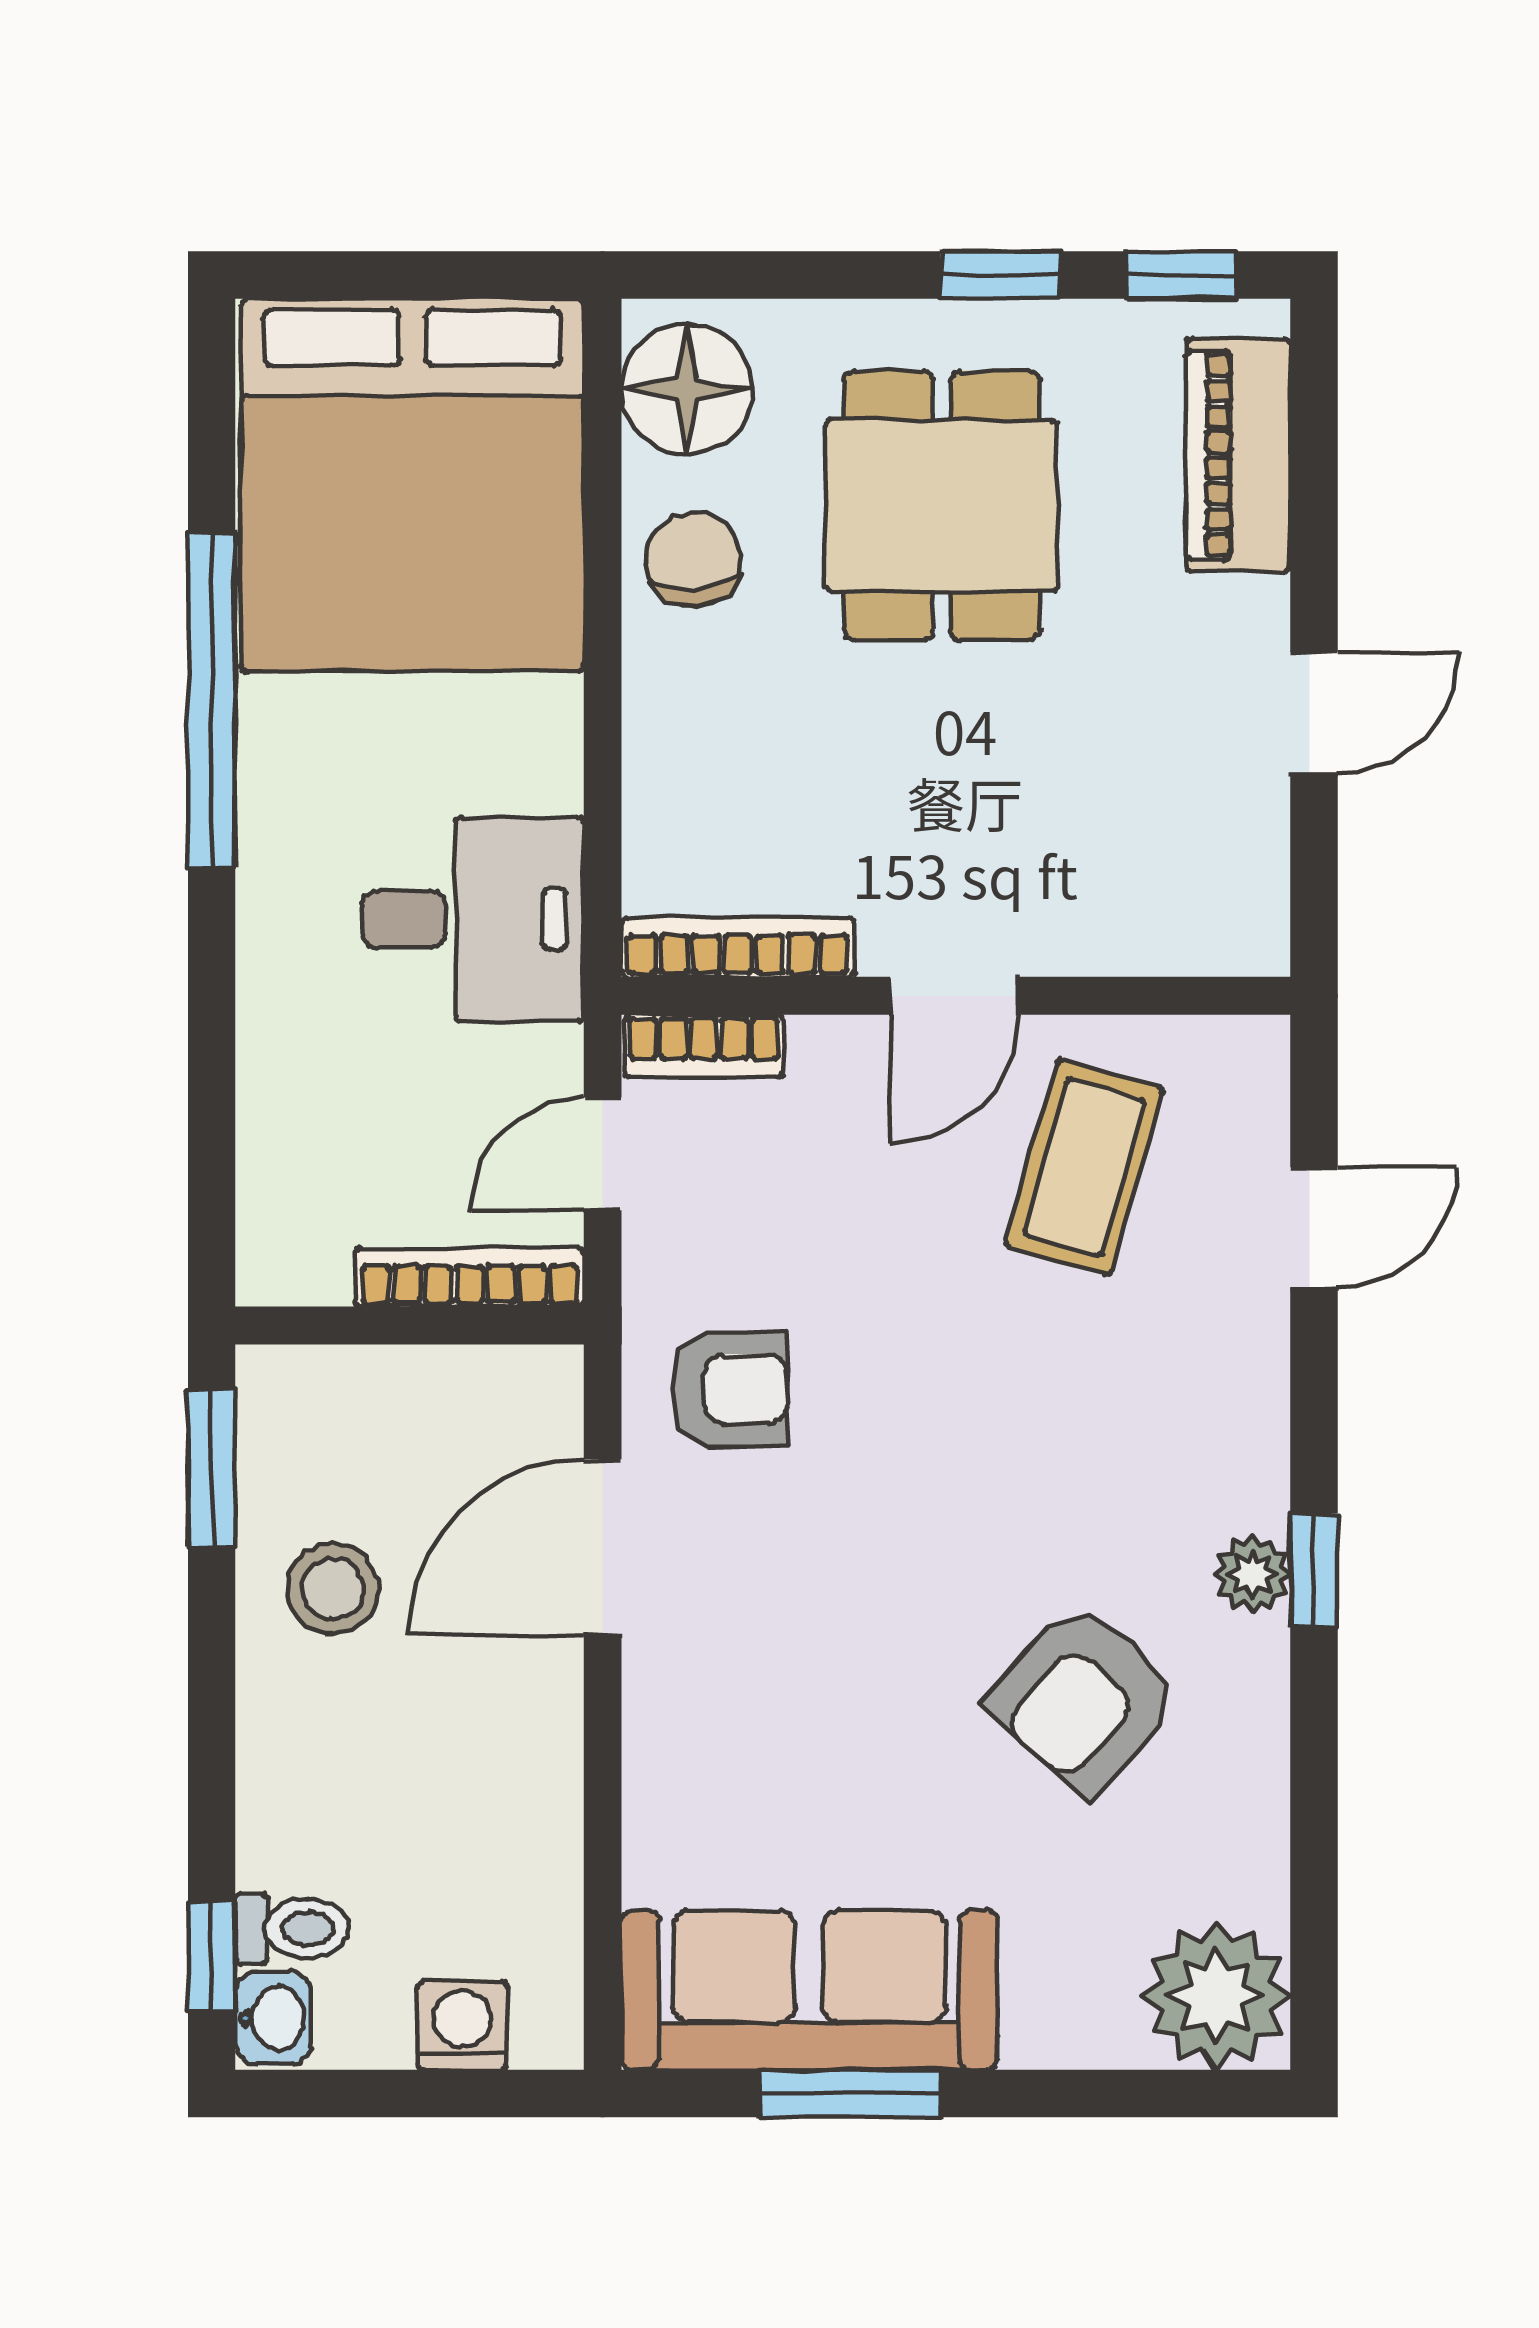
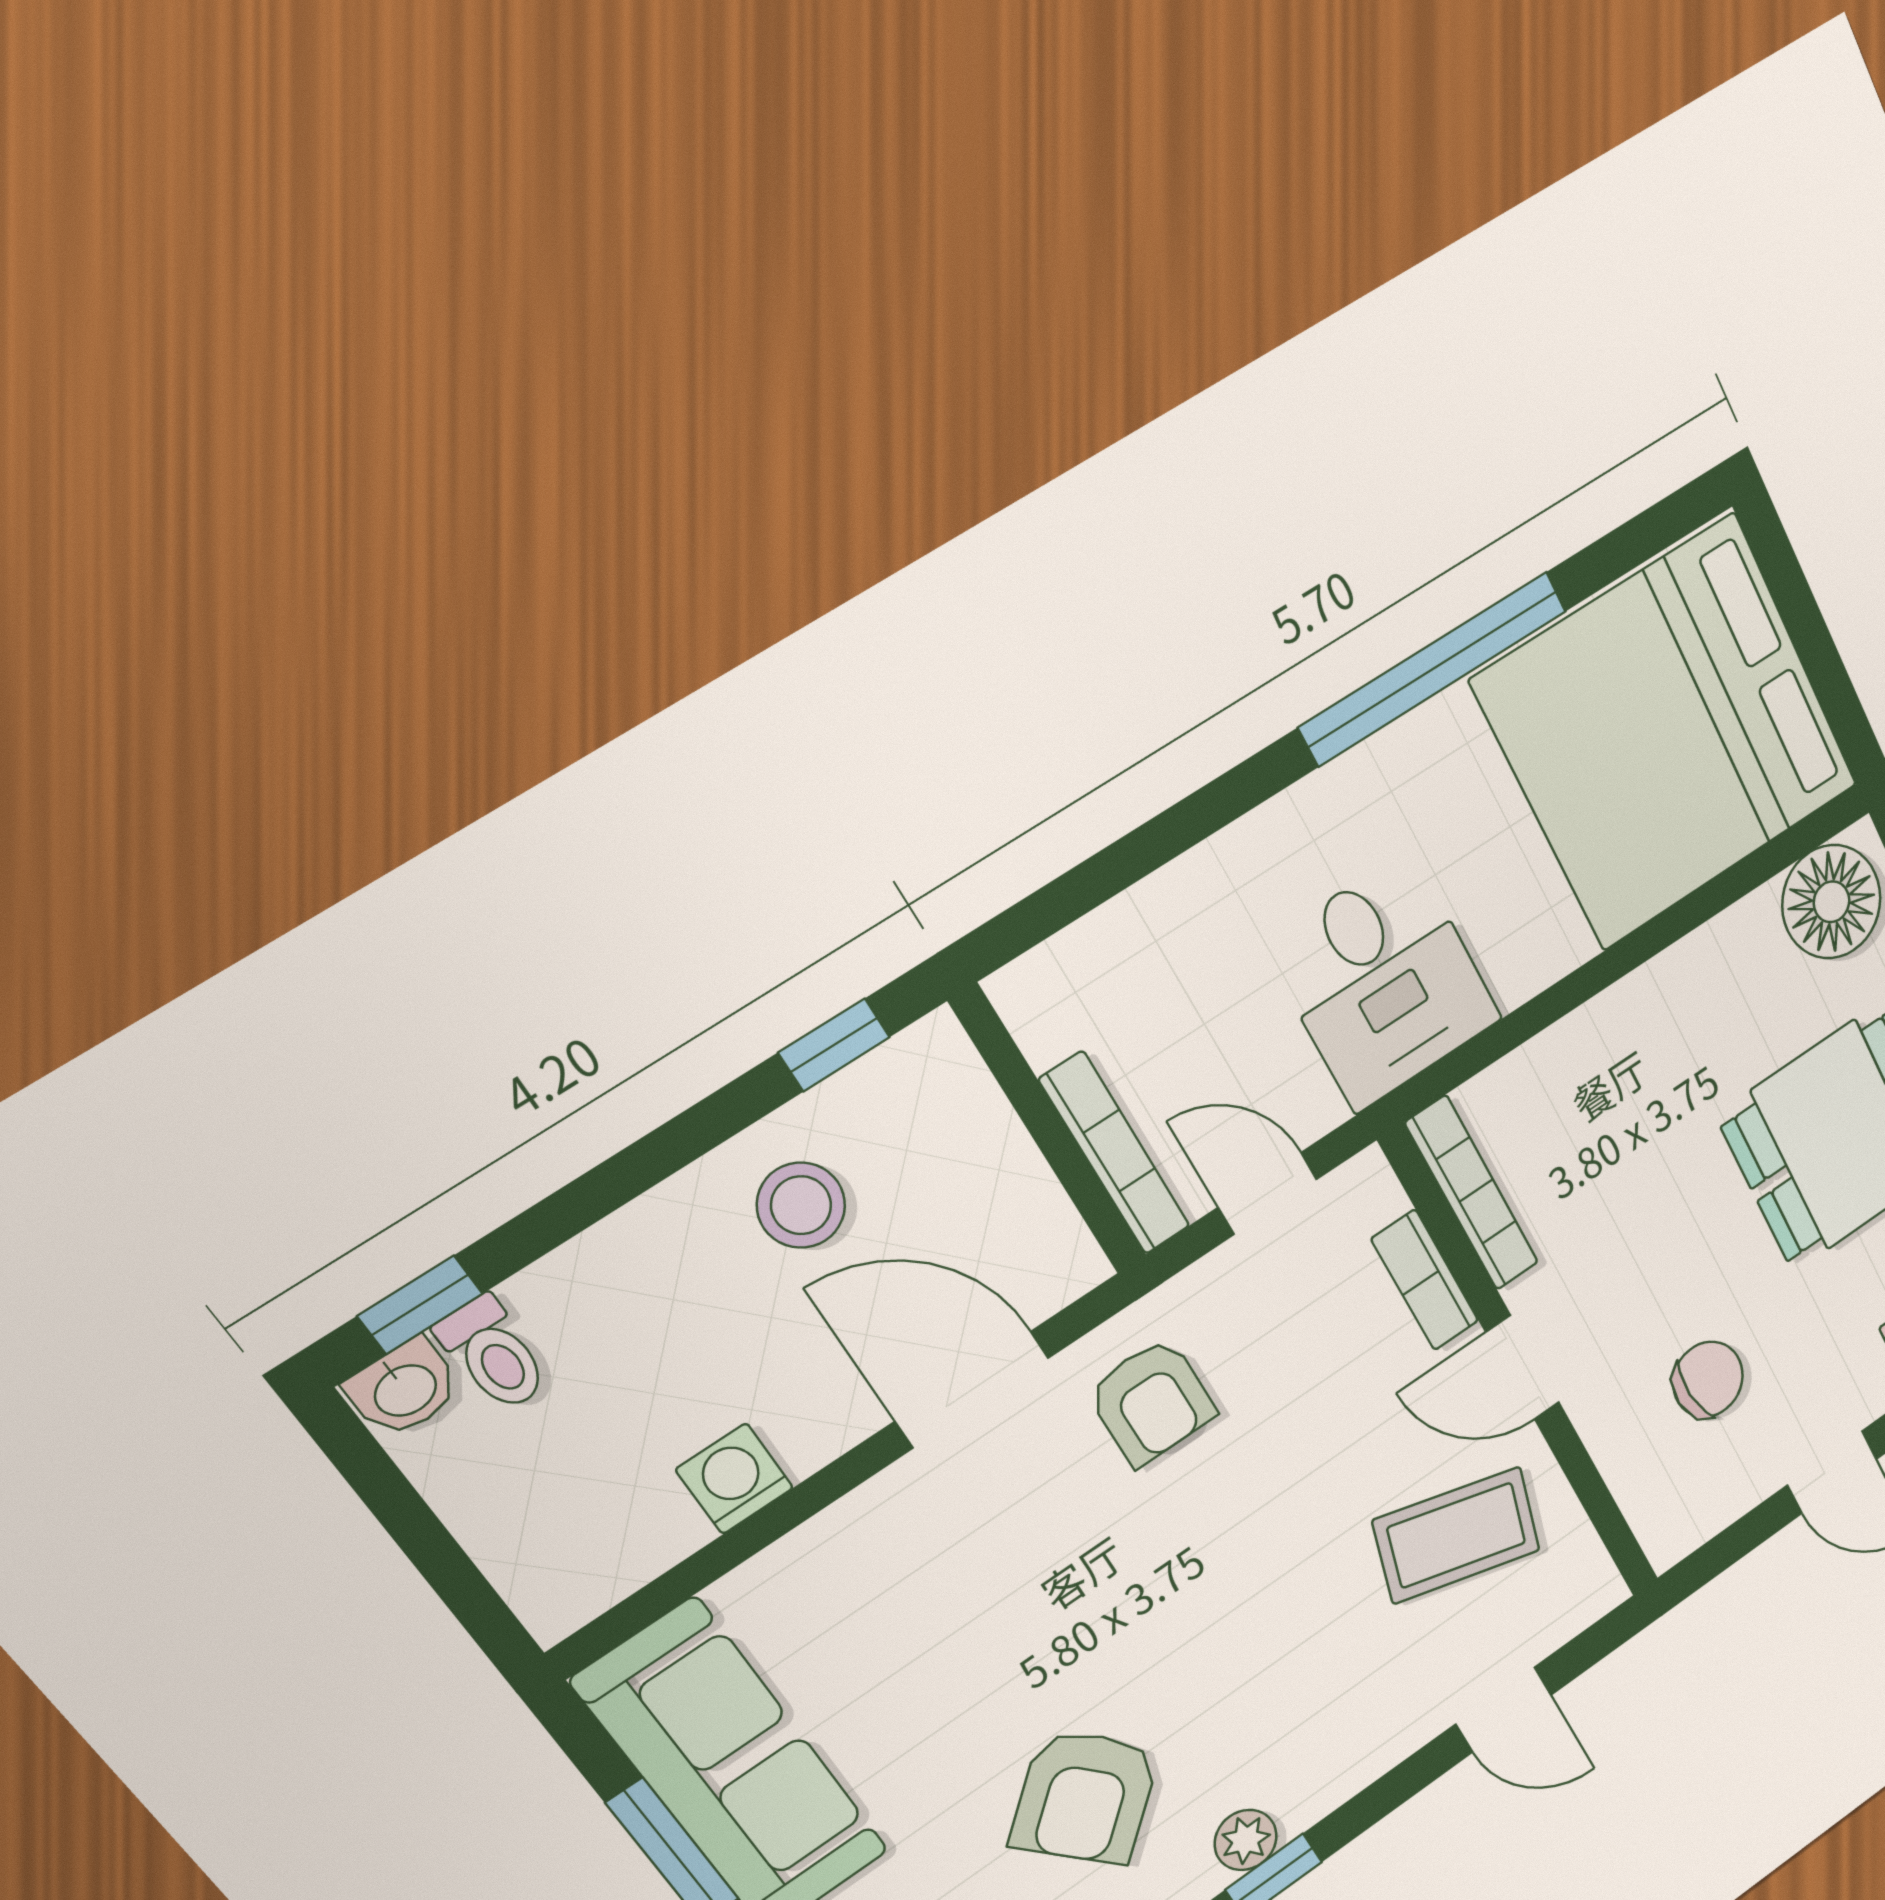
chair: (694, 560) -> (1708, 1379), moved
bookcase: (704, 1046) -> (1425, 1280), moved
window: (212, 1468) -> (834, 1045), width x0.67
armchair: (1084, 1698) -> (1085, 1797), turned -84
washing machine: (462, 2026) -> (735, 1479), moved, turned -90

